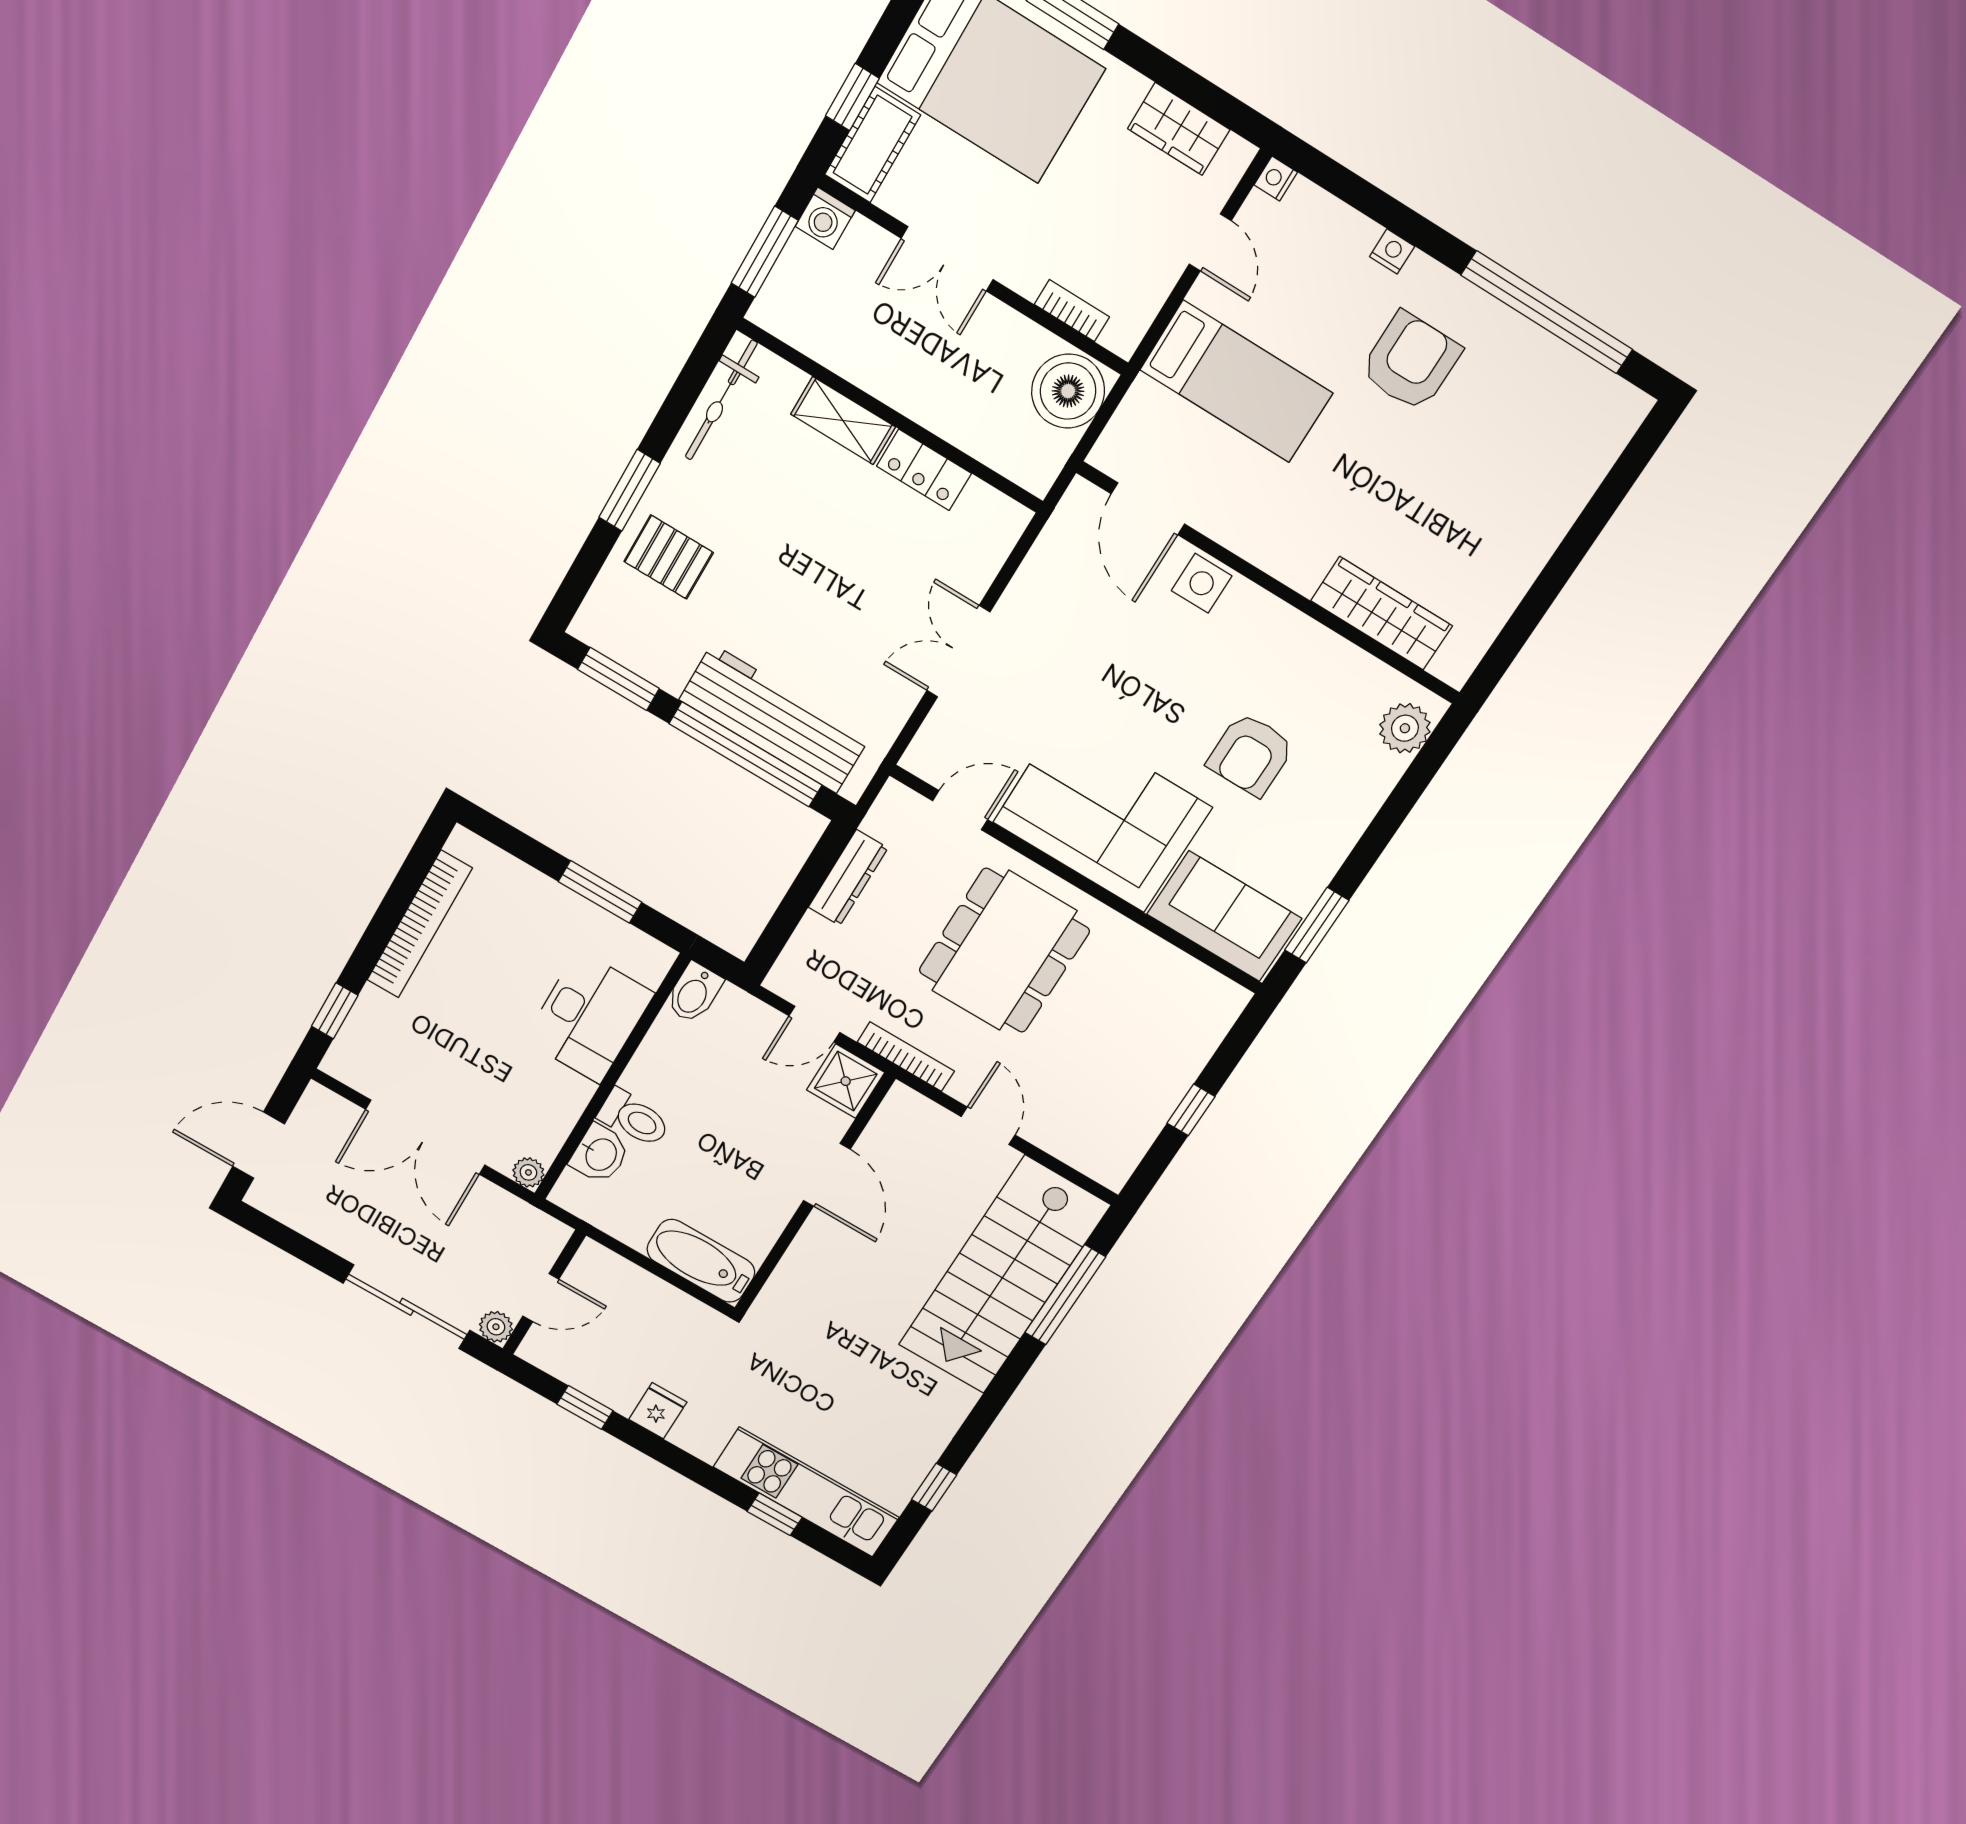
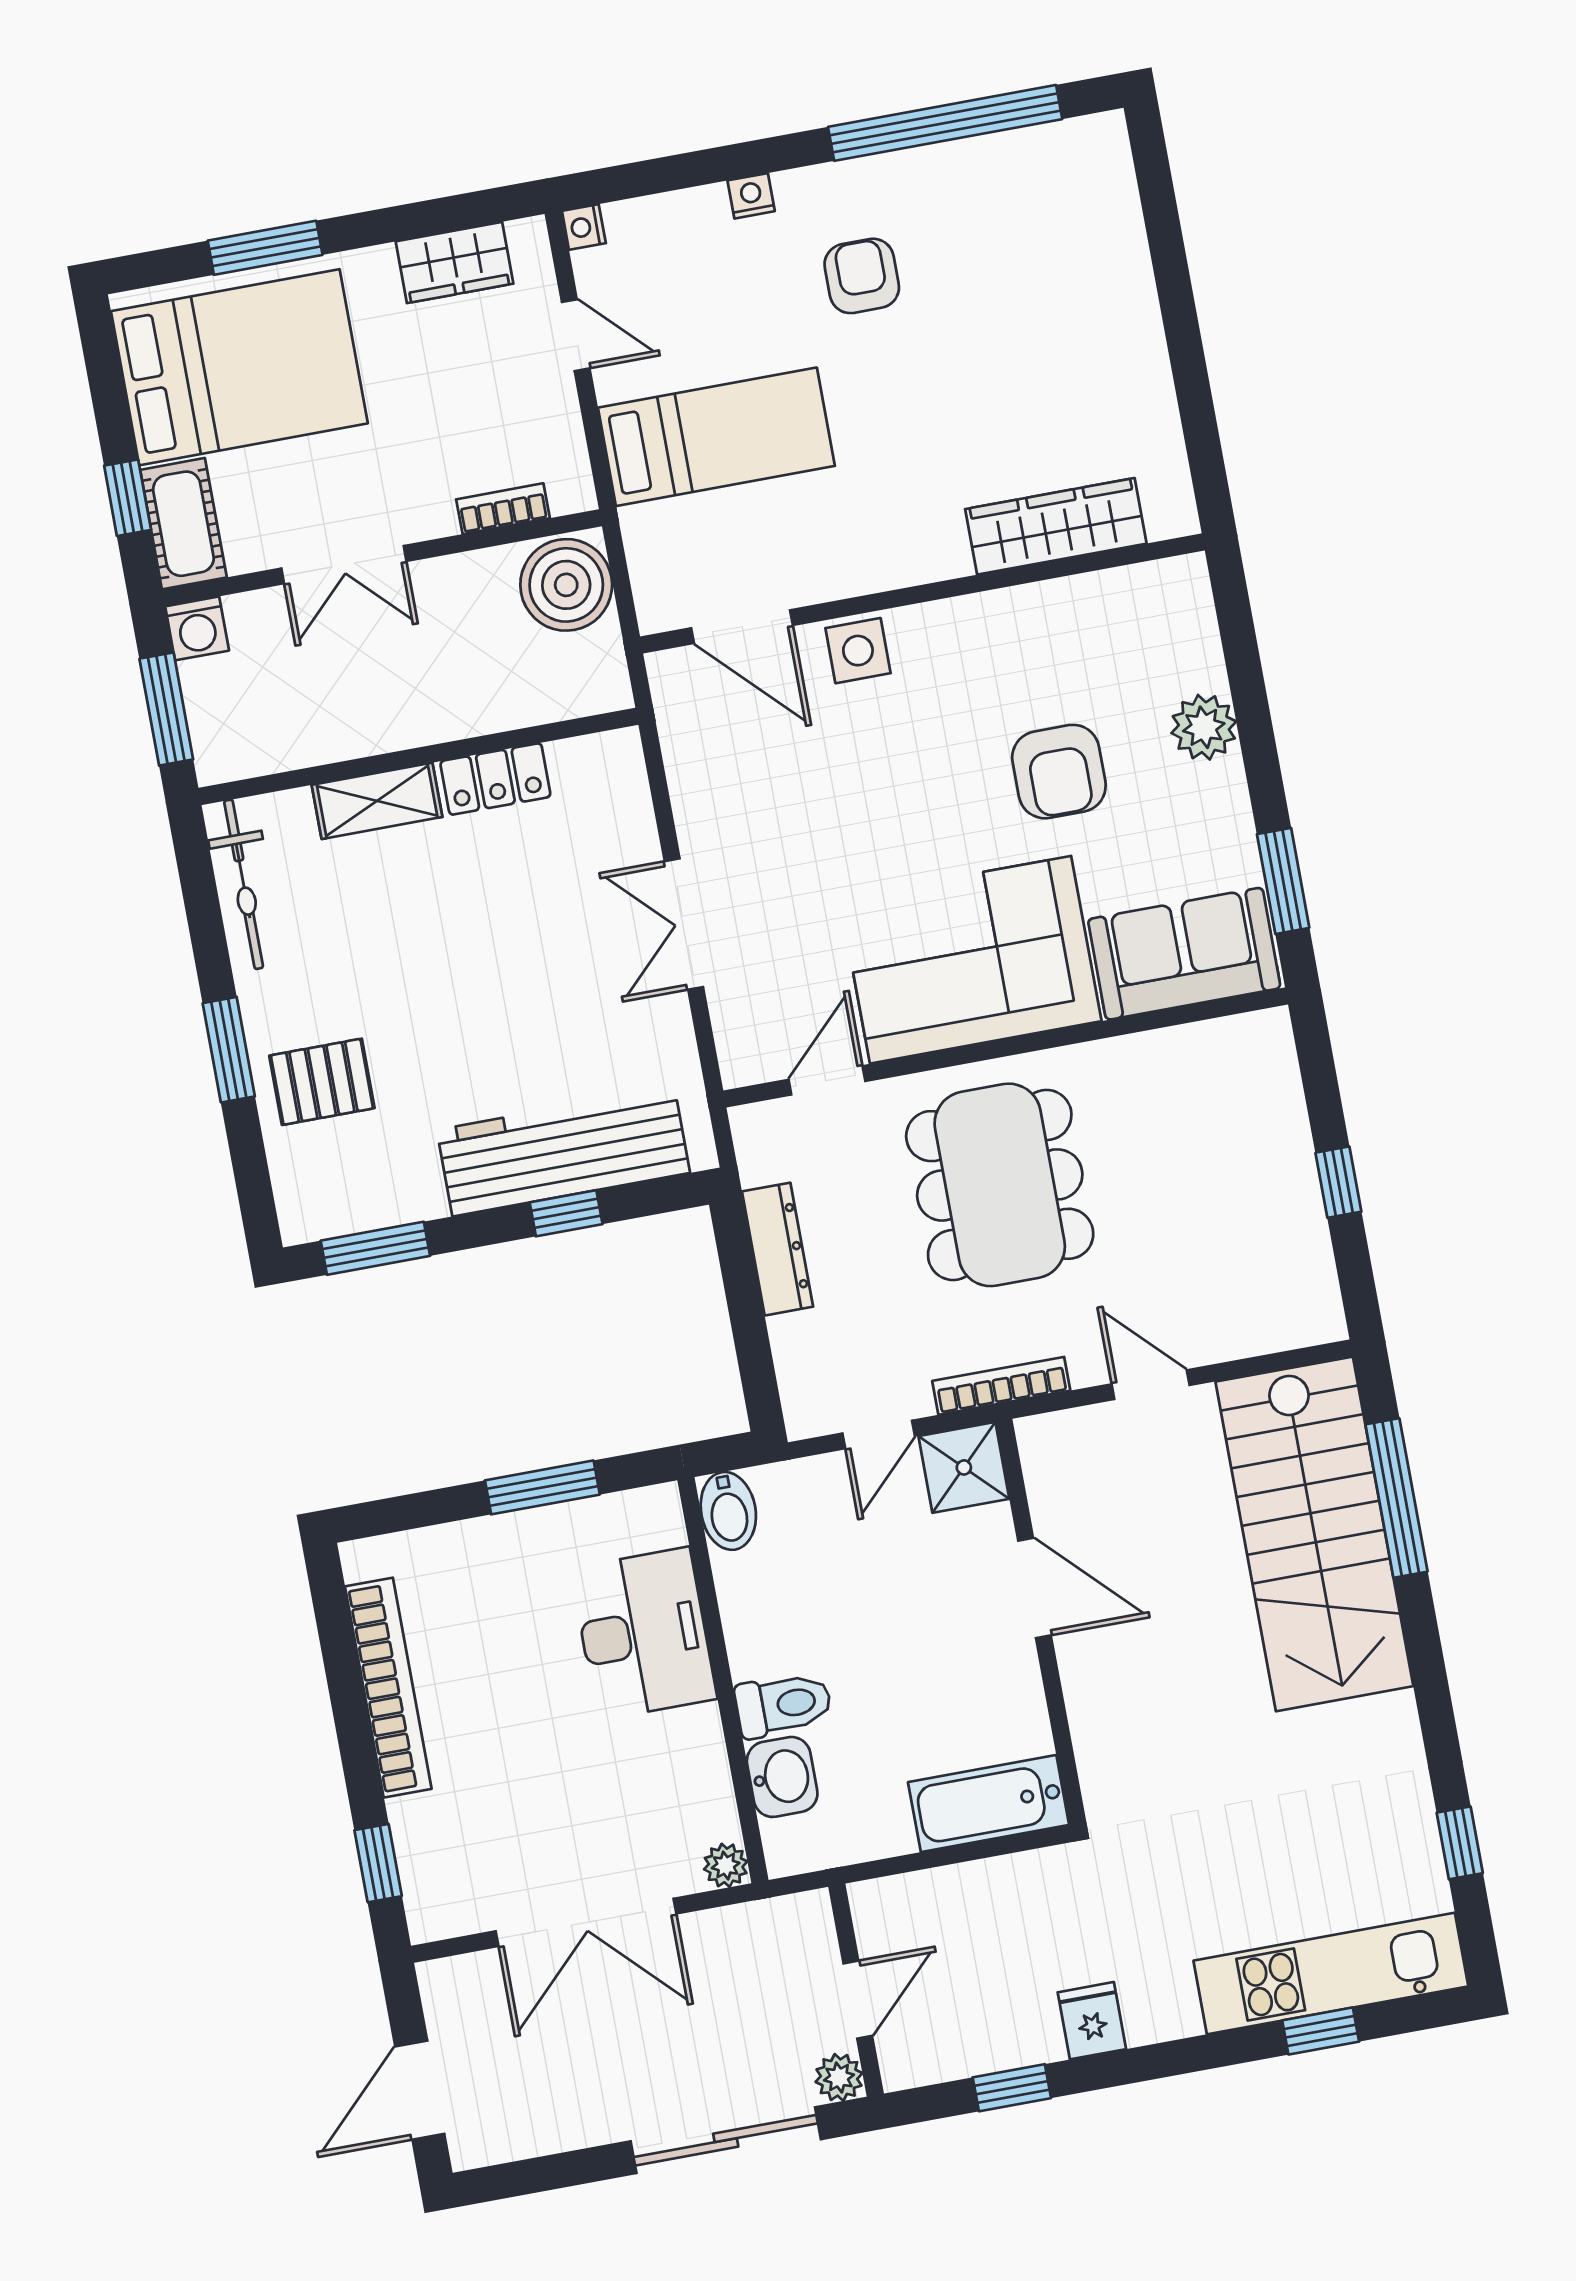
armchair: (1411, 362) -> (862, 276), width x0.72, depth x0.72
plant: (1405, 728) -> (1204, 727), moved
window: (746, 754) -> (566, 1213), width x0.32

